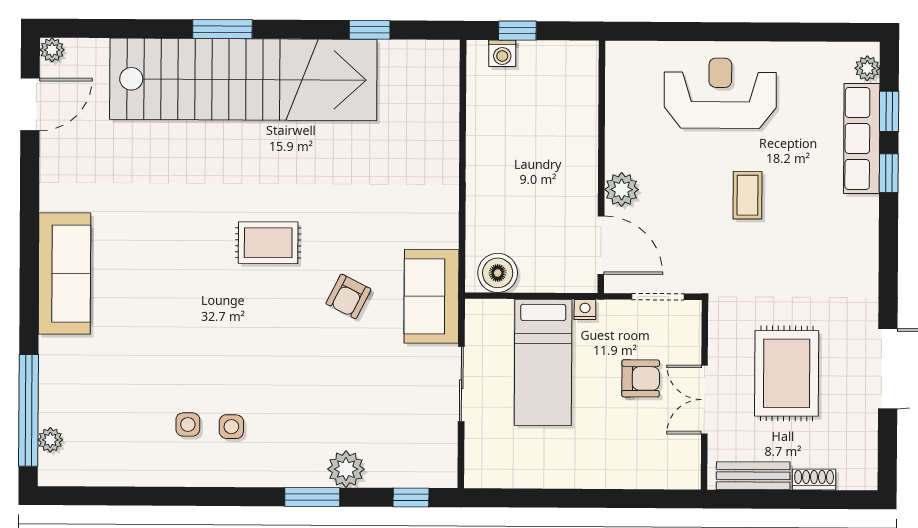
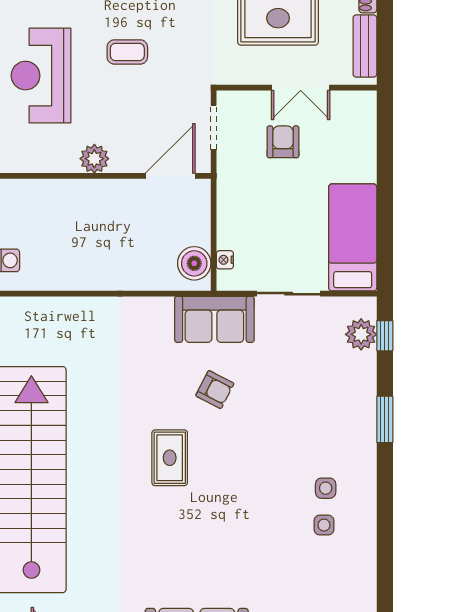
plant: (622, 190) -> (94, 159), moved
nightstand: (585, 310) -> (225, 260), moved
bed: (543, 362) -> (353, 237), moved, turned -90
plant: (346, 469) -> (361, 334), moved

